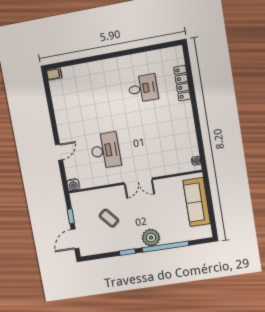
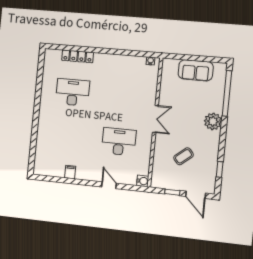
filing cabinet: (54, 74) -> (70, 172), moved
desk: (143, 88) -> (73, 92), width x1.37
sofa: (197, 202) -> (196, 70), width x0.73
window: (165, 247) -> (227, 93), moved
window: (127, 252) -> (220, 169), moved

